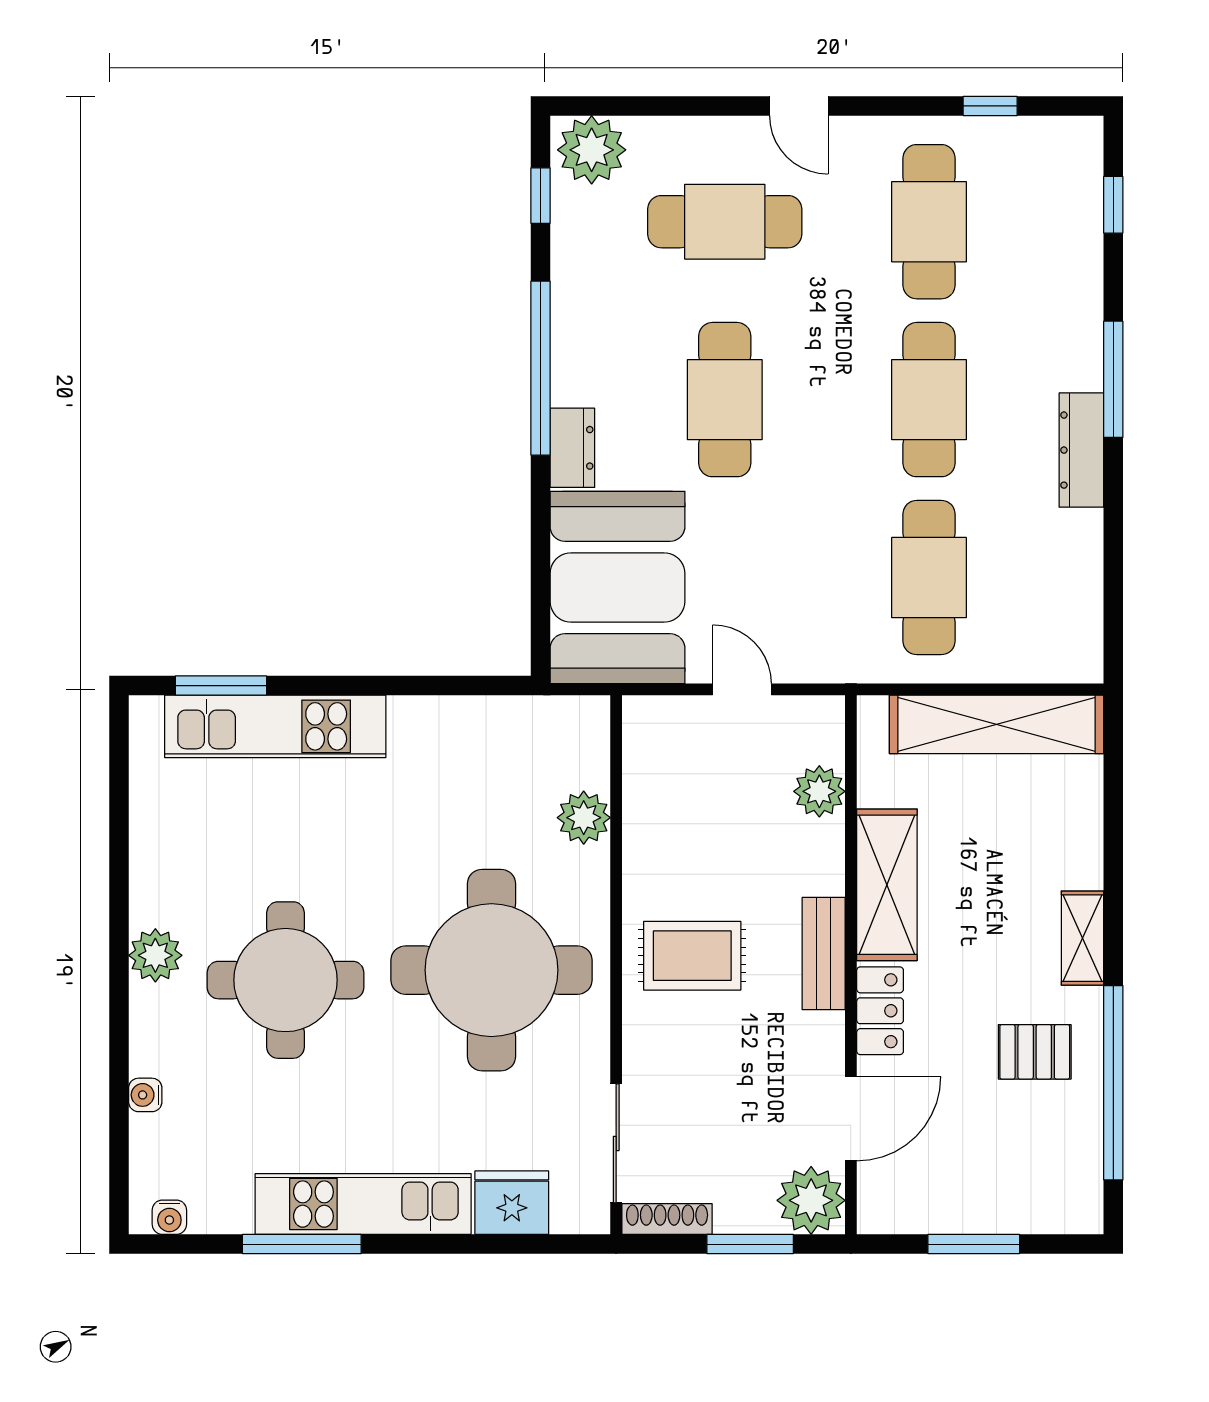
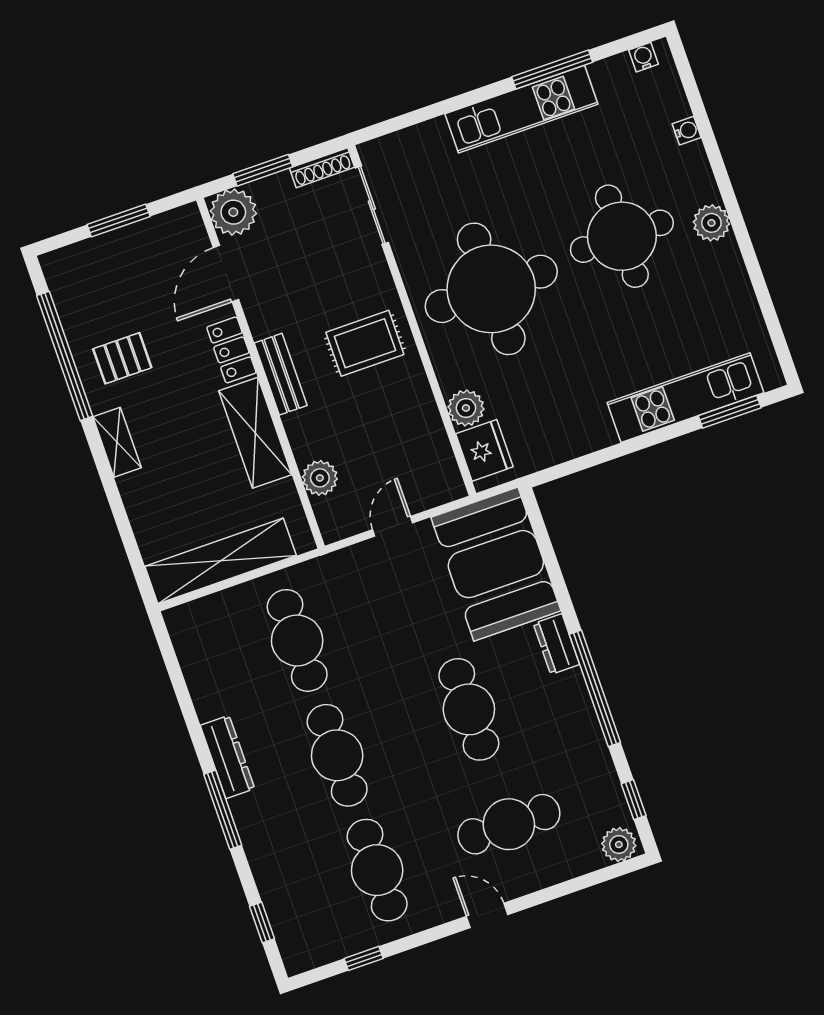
plant: (592, 150) -> (619, 845), width x0.73, depth x0.73
door: (742, 689) -> (393, 526), swing flipped
fridge: (512, 1203) -> (484, 450), moved, turned -90

